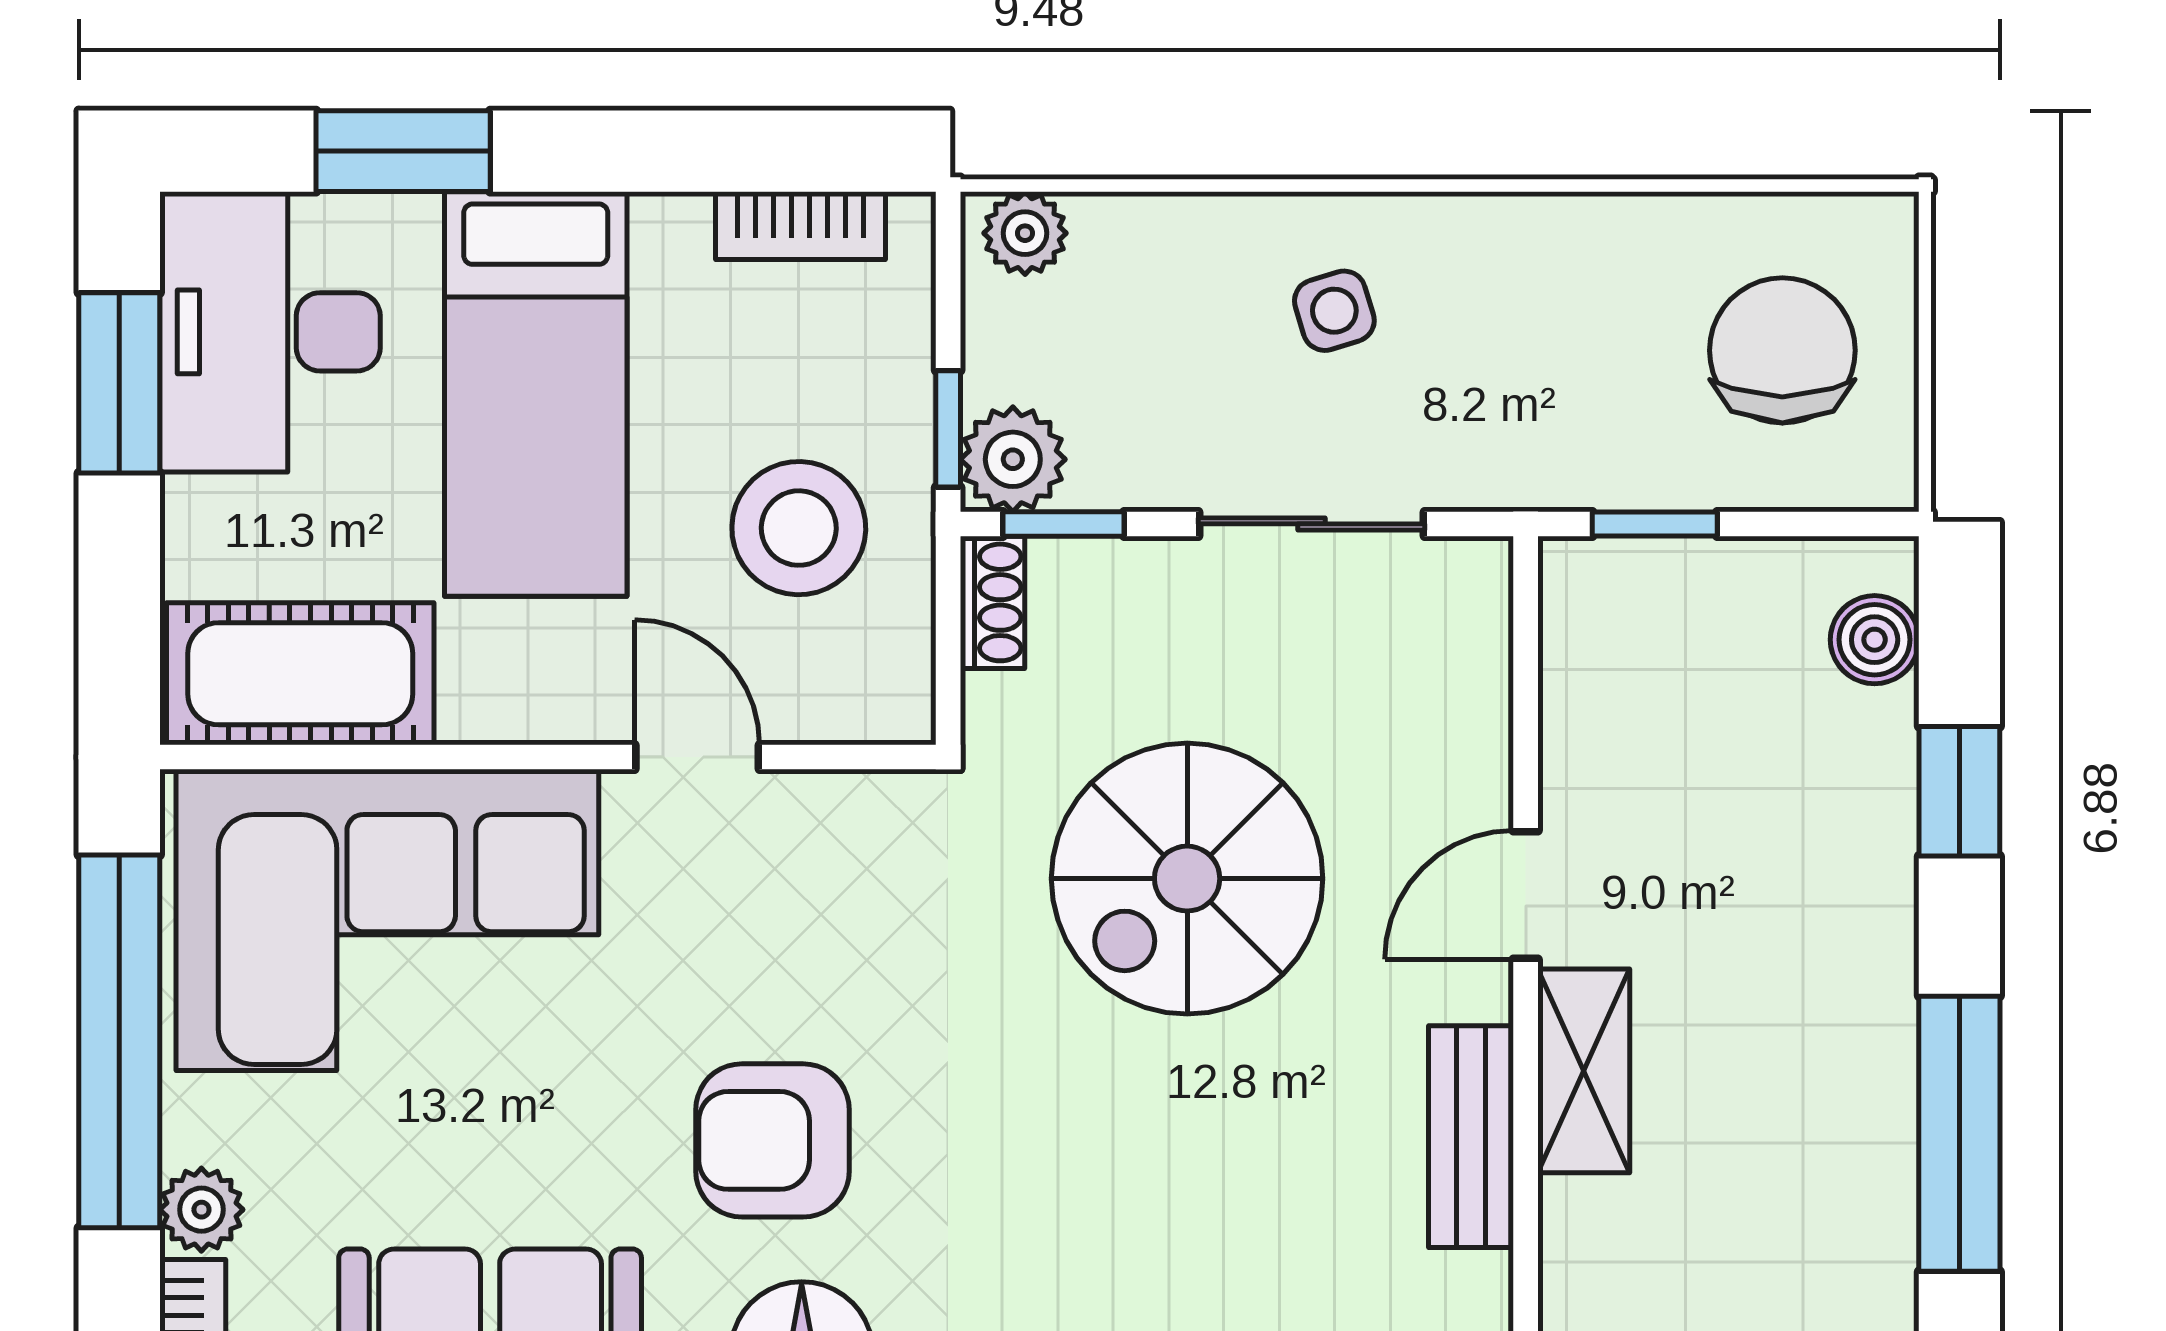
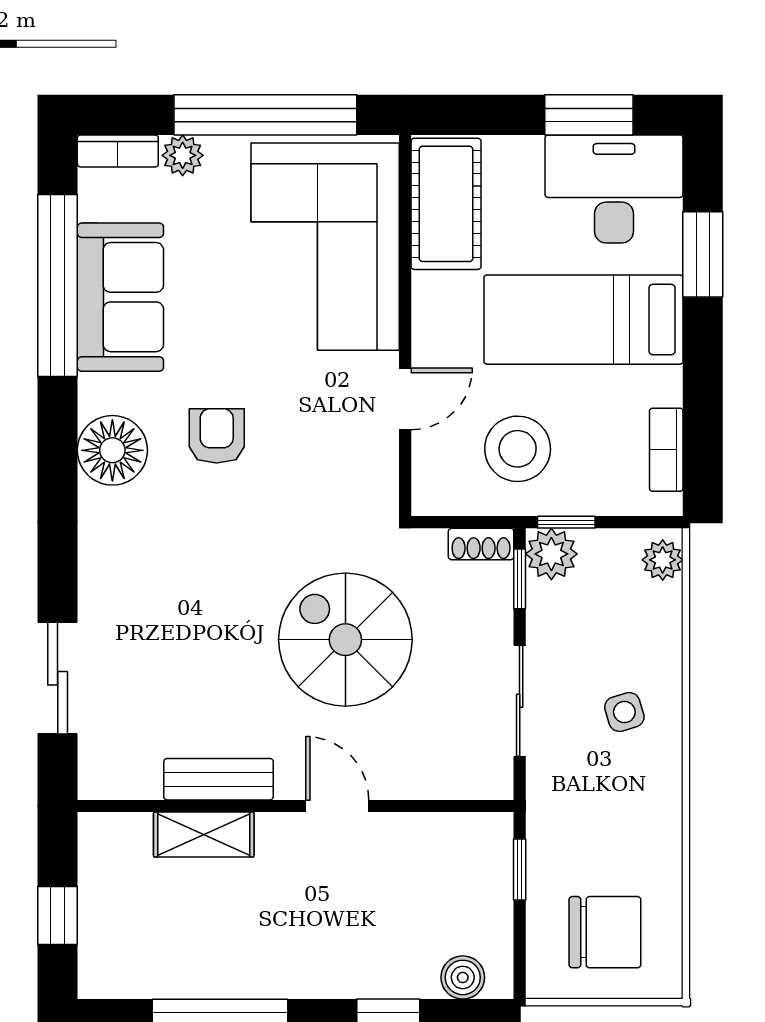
shelving: (1584, 1071) -> (204, 835), moved
armchair: (772, 1140) -> (217, 436), width x0.72, depth x0.72

